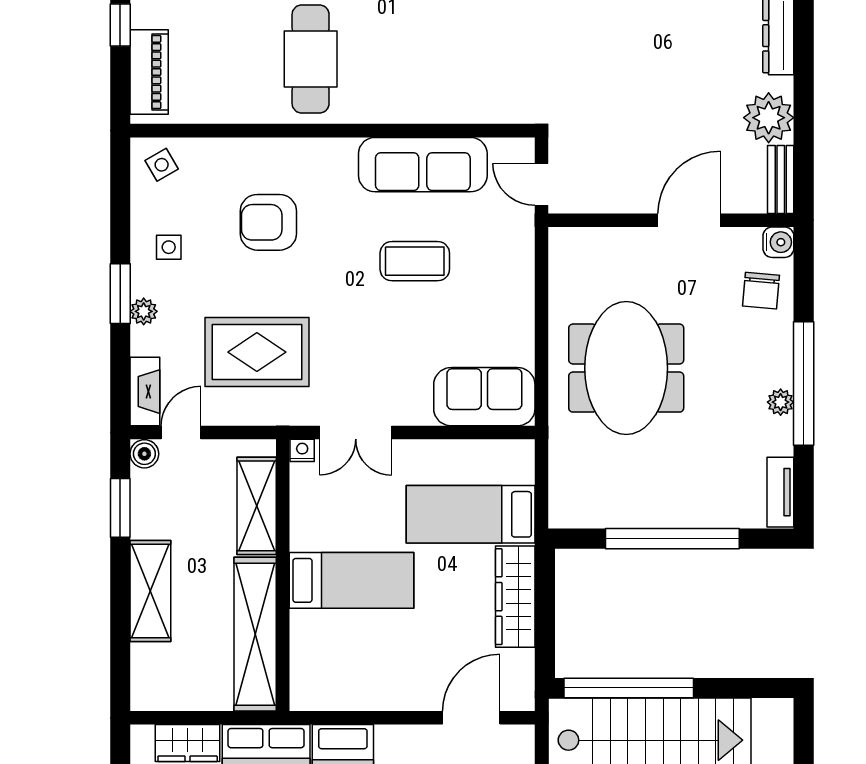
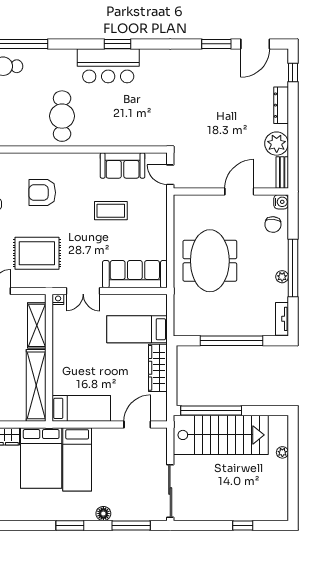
sofa: (423, 165) -> (123, 165), width x0.73
sofa: (484, 397) -> (135, 274), width x1.36
bed: (352, 580) -> (81, 408), moved

